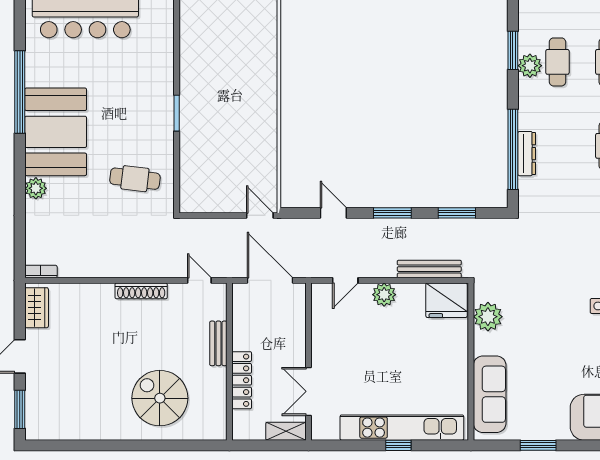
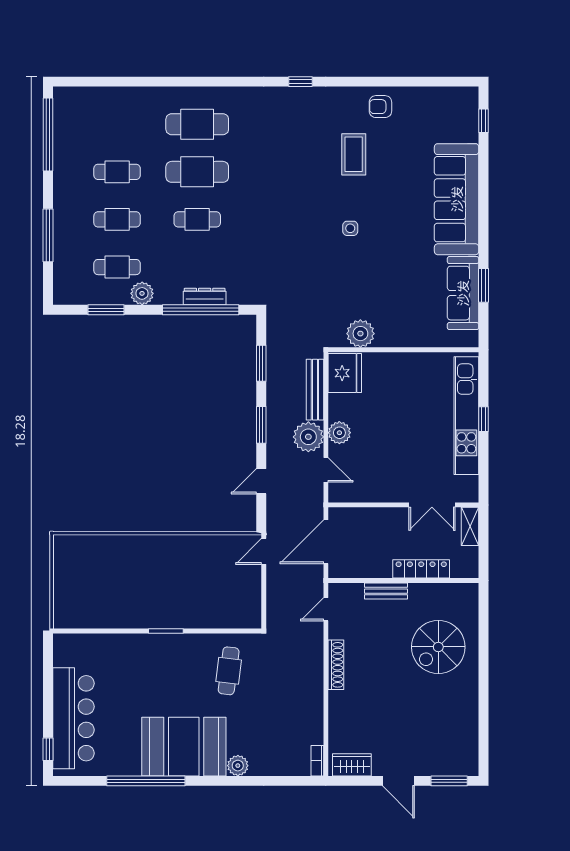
plant: (530, 66) -> (142, 293), moved
plant: (380, 262) -> (308, 437), added
sofa: (490, 394) -> (463, 293), moved, turned -90

